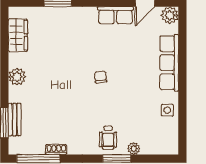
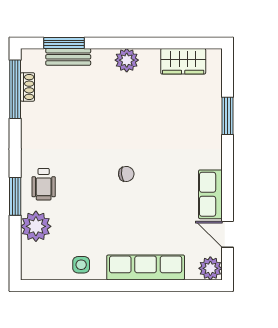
wheelchair: (108, 138) -> (44, 184), turned -90
plant: (134, 149) -> (36, 226), width x1.87, depth x1.87
shoe rack: (56, 150) -> (27, 87), moved

